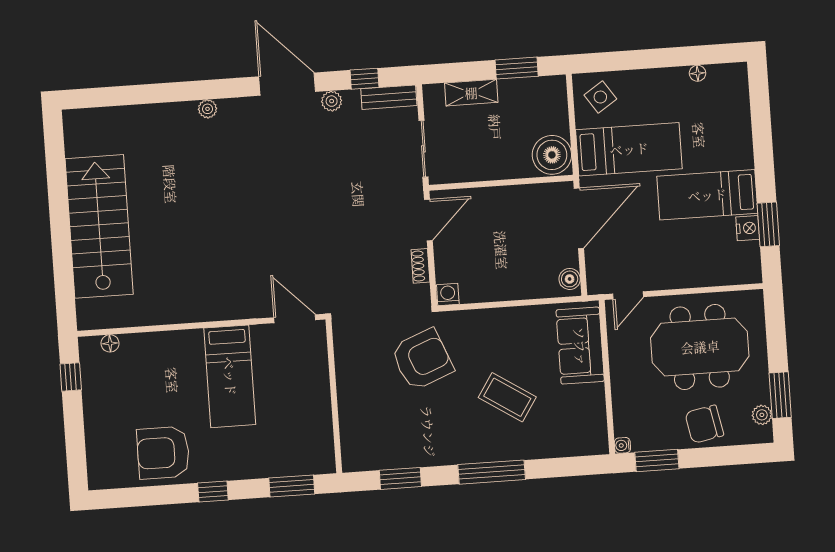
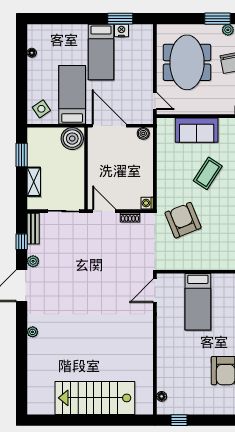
sofa: (580, 346) -> (197, 130), moved
bed: (230, 376) -> (198, 302), moved, turned 90

